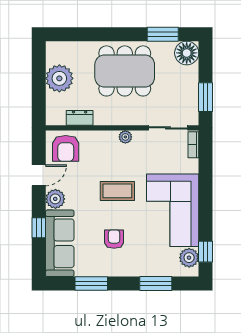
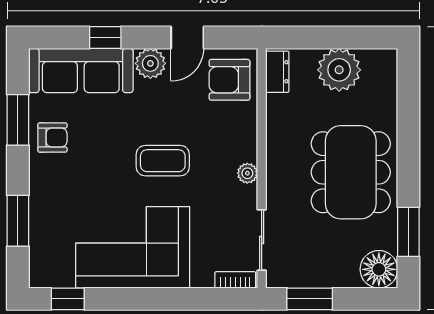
dresser: (80, 118) -> (277, 72), moved
door: (39, 175) -> (187, 38), hinge flipped
coffee table: (117, 191) -> (163, 161), turned 90
armchair: (114, 239) -> (52, 137), moved
plant: (189, 258) -> (58, 273), removed

